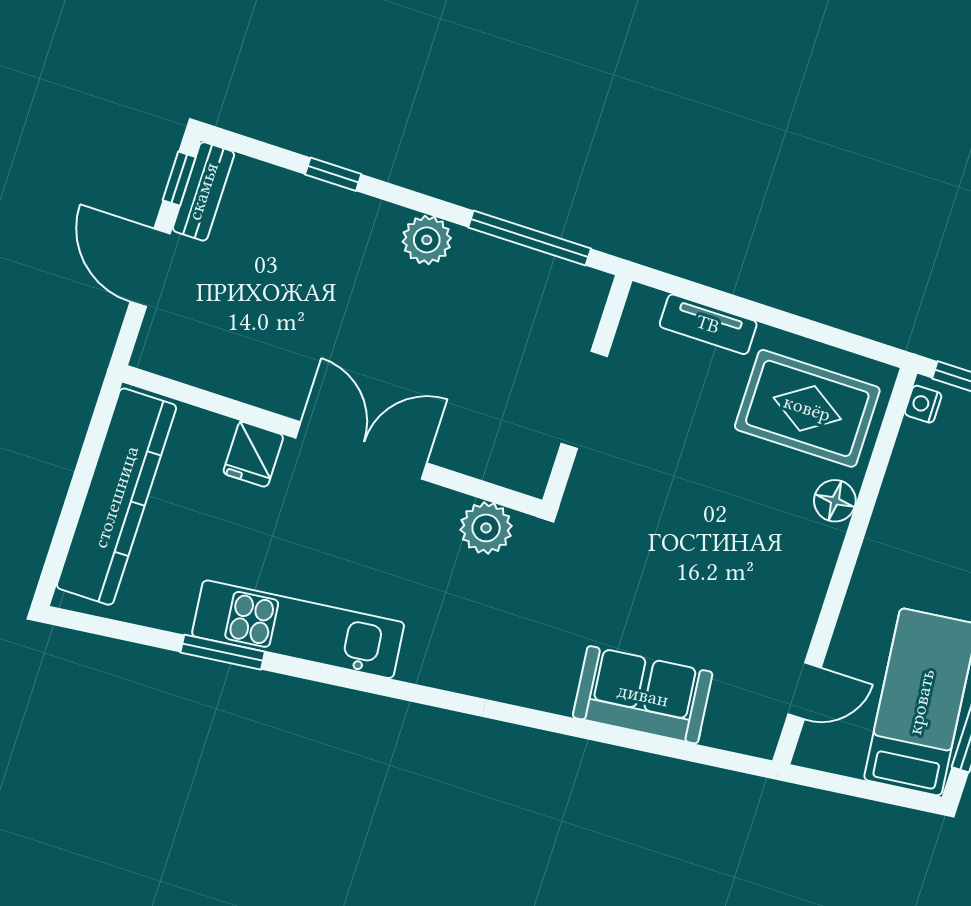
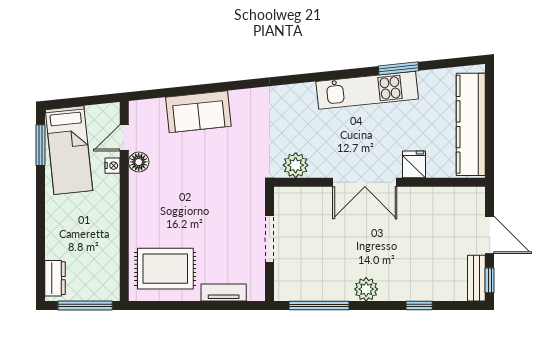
nightstand: (923, 404) -> (112, 166), moved
floor lamp: (835, 501) -> (139, 162), moved

